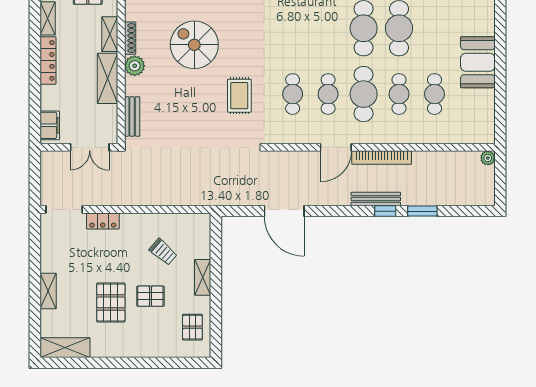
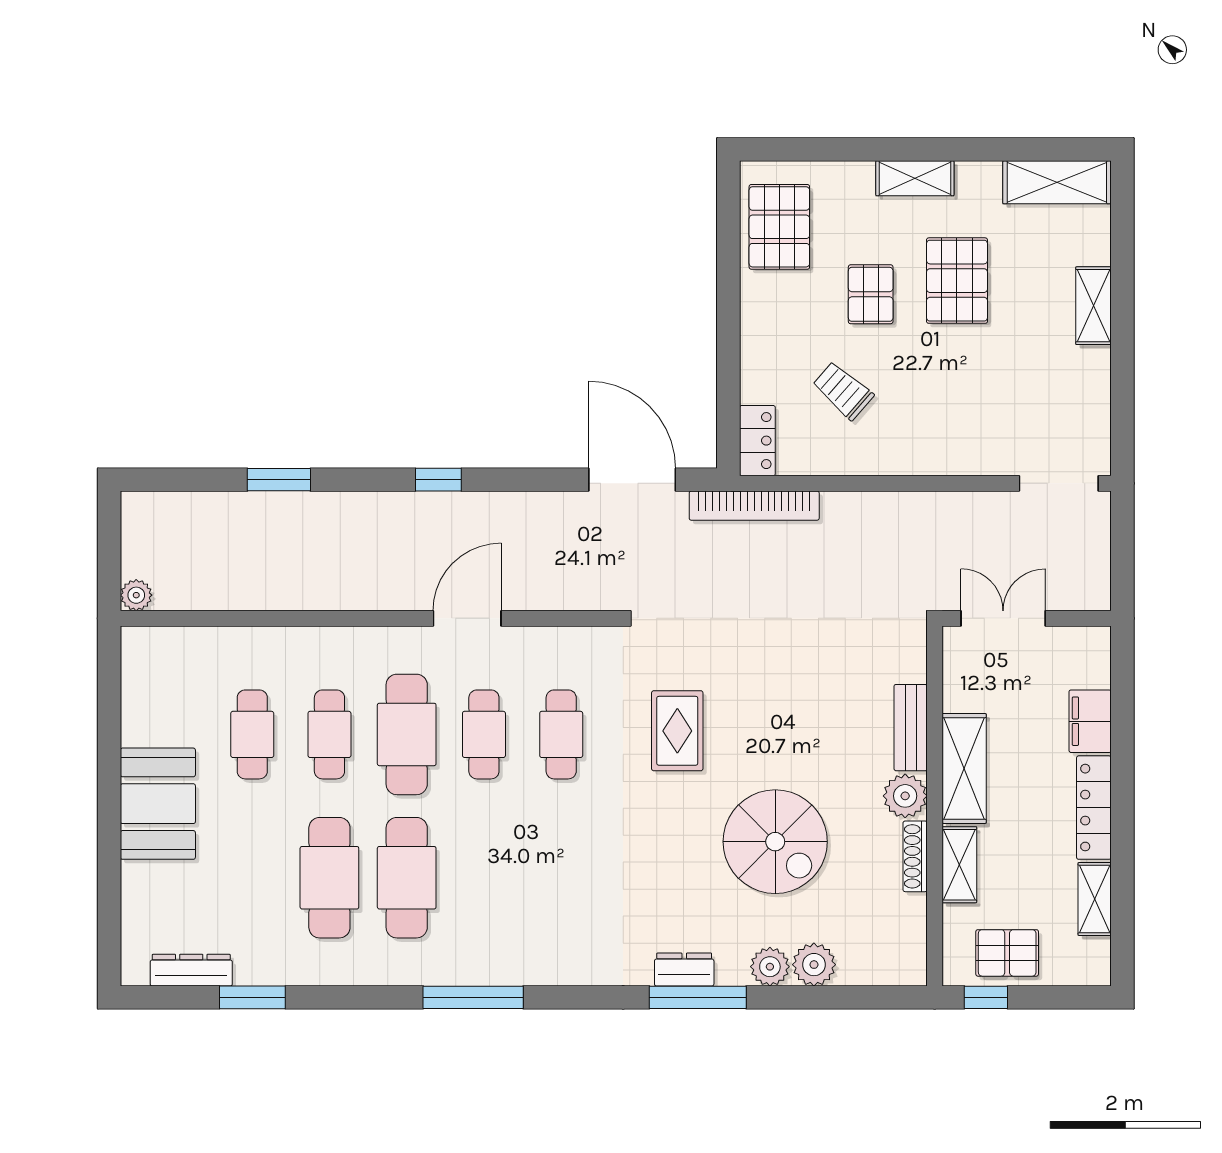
bench: (132, 116) -> (911, 728), moved
filing cabinet: (50, 125) -> (1090, 721), moved
bookcase: (382, 158) -> (754, 506), moved, turned 180
bench: (376, 199) -> (380, 506), removed
door: (284, 211) -> (632, 480), moved
window: (385, 211) -> (438, 480), moved
locker: (103, 221) -> (757, 441), moved, turned 90
shelving: (203, 277) -> (915, 178), moved, turned 90
pallet: (150, 296) -> (871, 294), turned 90
pallet: (192, 327) -> (779, 227), width x1.50, depth x1.42

